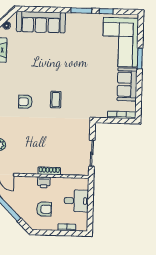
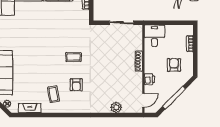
coffee table: (16, 76) -> (53, 94), added
printer: (44, 182) -> (149, 79), moved
desk: (76, 201) -> (154, 36), moved

